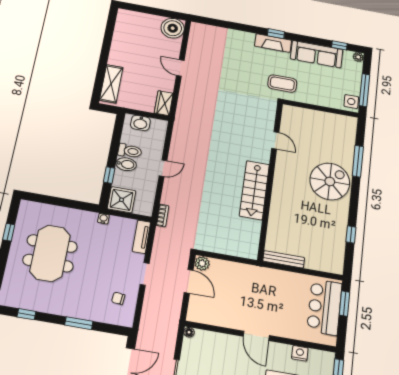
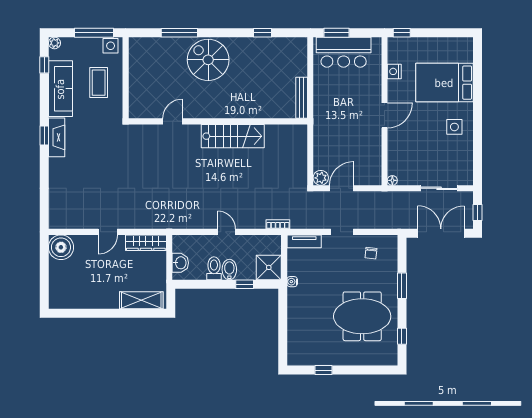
coffee table: (282, 84) -> (99, 83), moved
wardrobe: (164, 103) -> (146, 243), width x1.50
meeting table: (50, 253) -> (362, 316), moved

